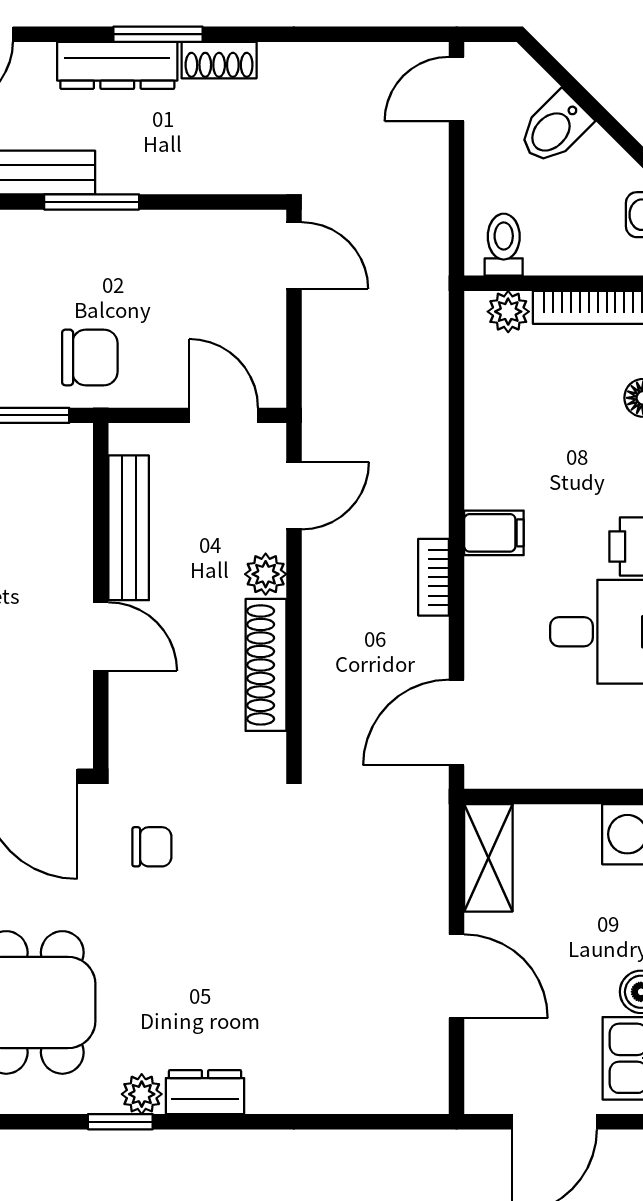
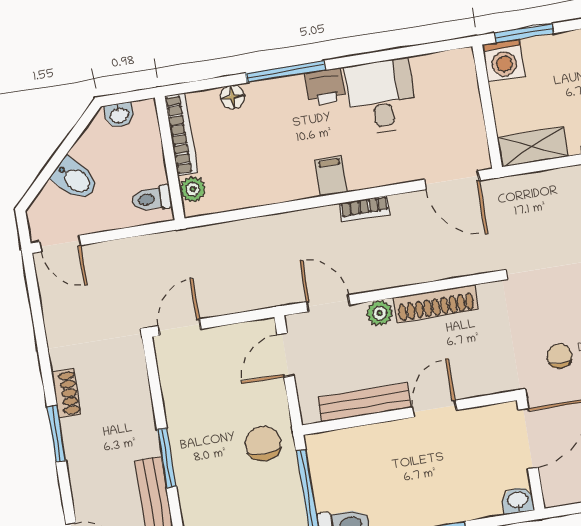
dresser: (117, 65) -> (80, 456), removed

